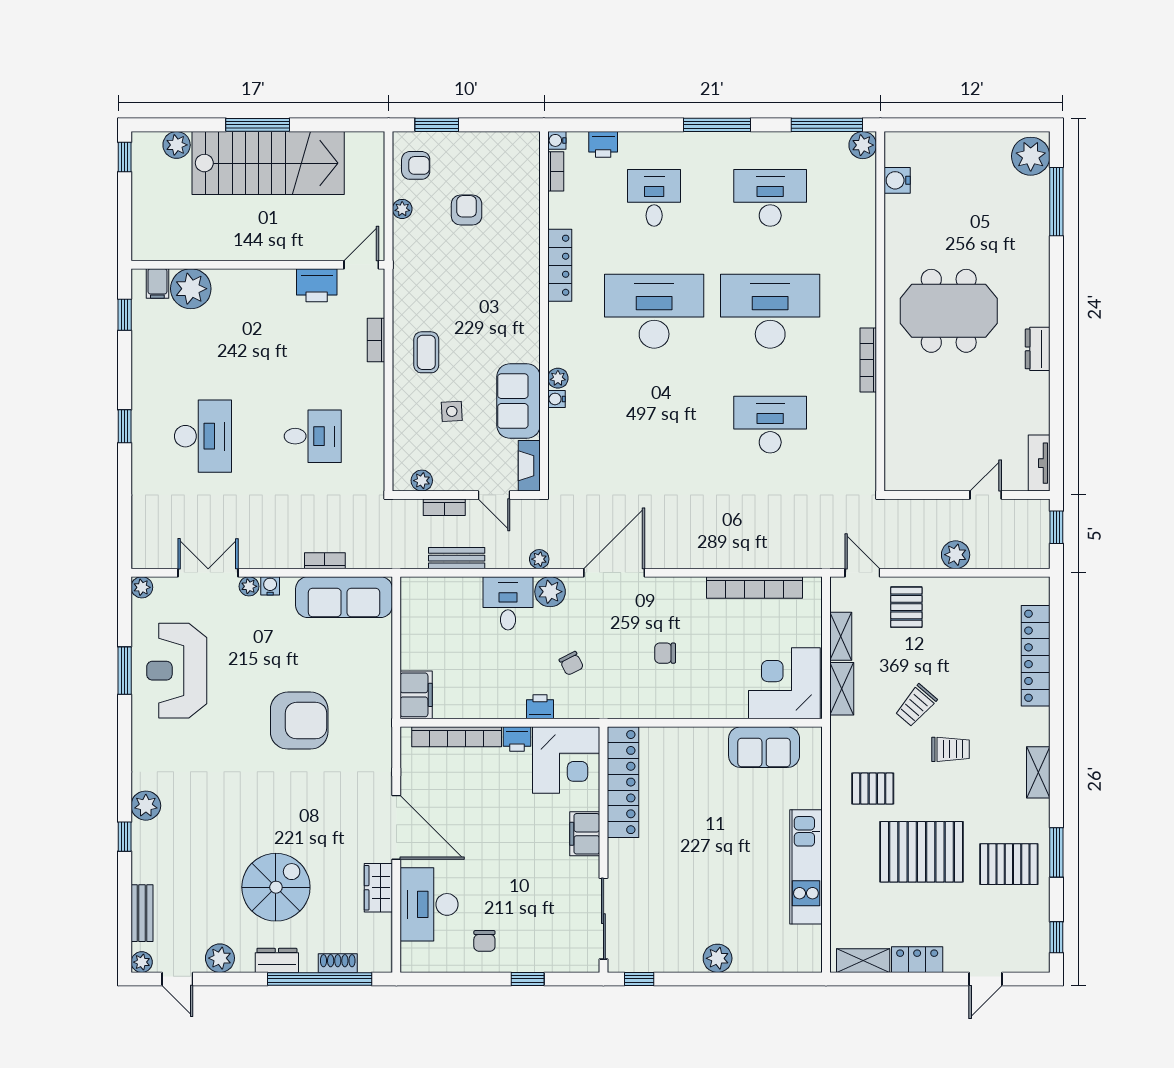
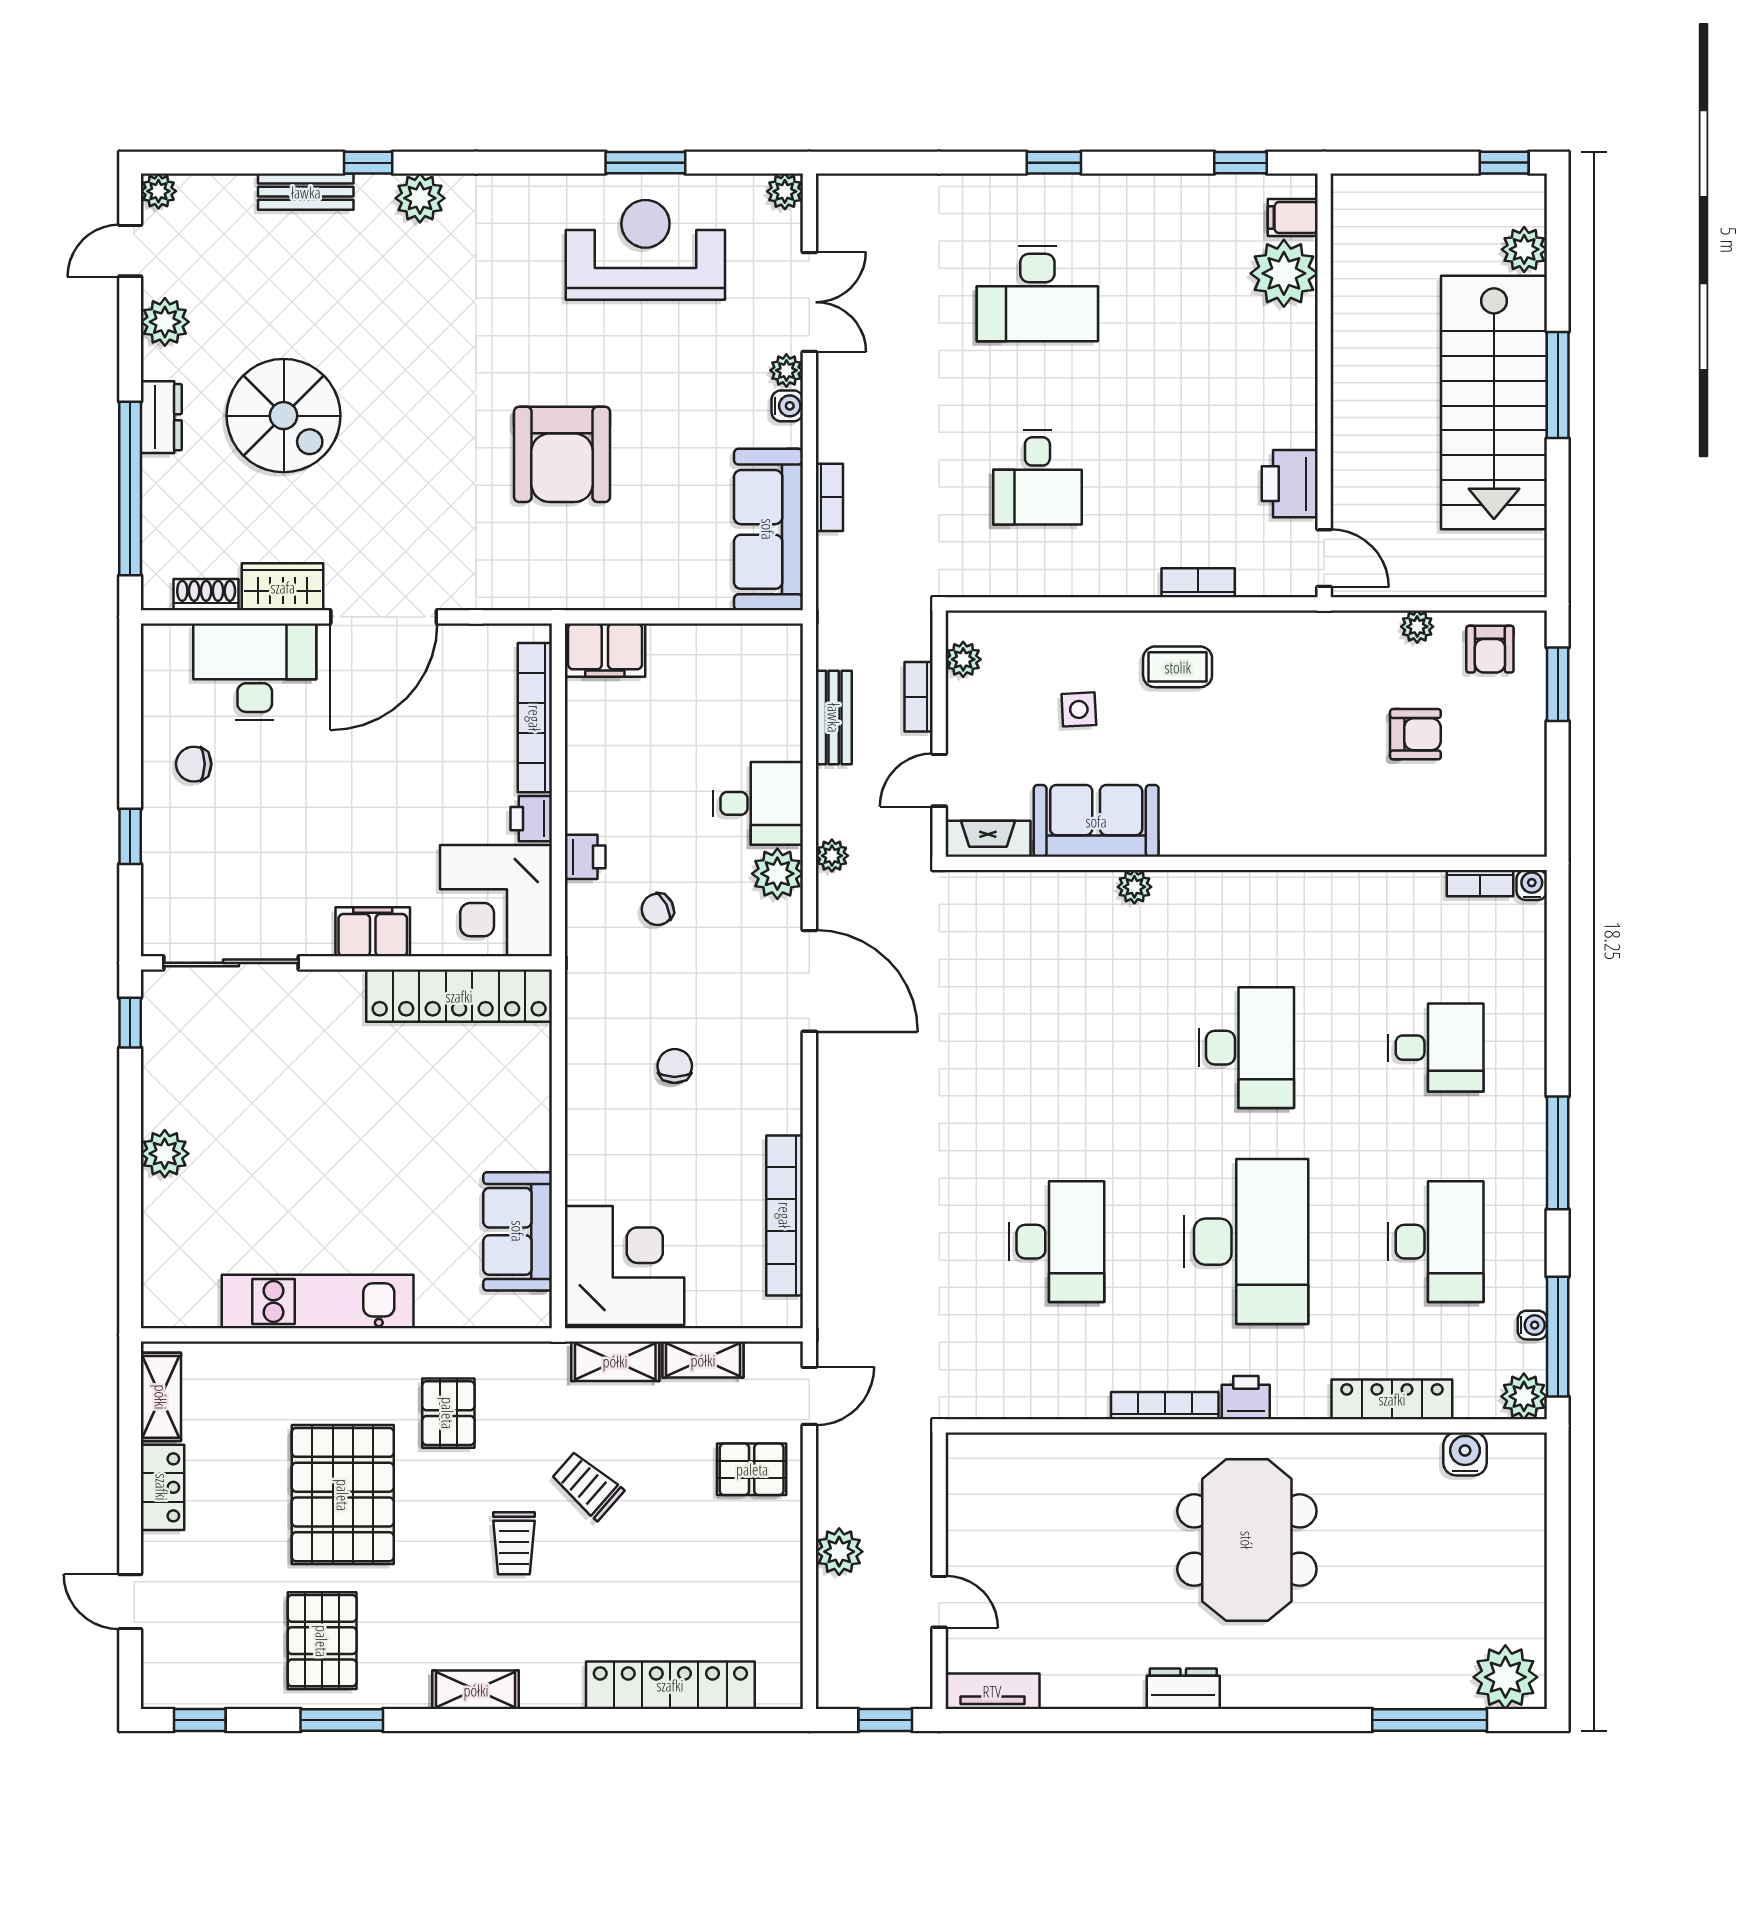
printer: (603, 144) -> (1246, 1398), moved, turned 90
locker: (560, 265) -> (1392, 1399), moved, turned 180
desk: (654, 311) -> (1246, 1048), width x0.73, depth x0.77
water cooler: (556, 399) -> (1532, 1325), moved, turned 90
bench: (142, 913) -> (306, 192), moved
shoe rack: (338, 963) -> (206, 595), moved, turned -90

